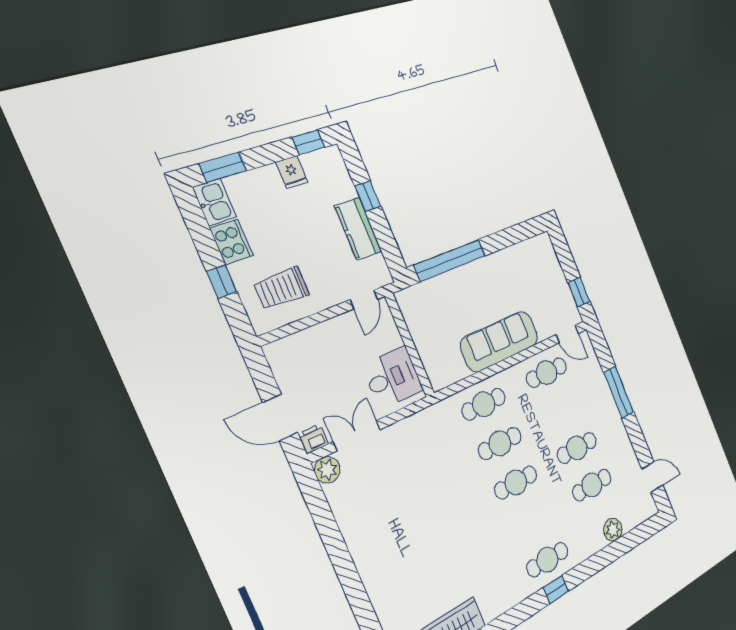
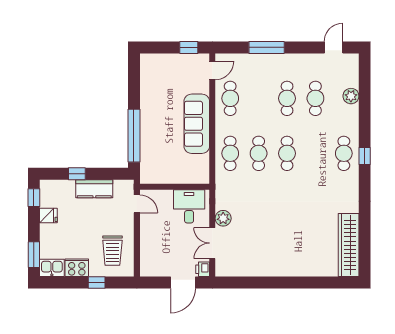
plant: (327, 470) -> (223, 218), moved

